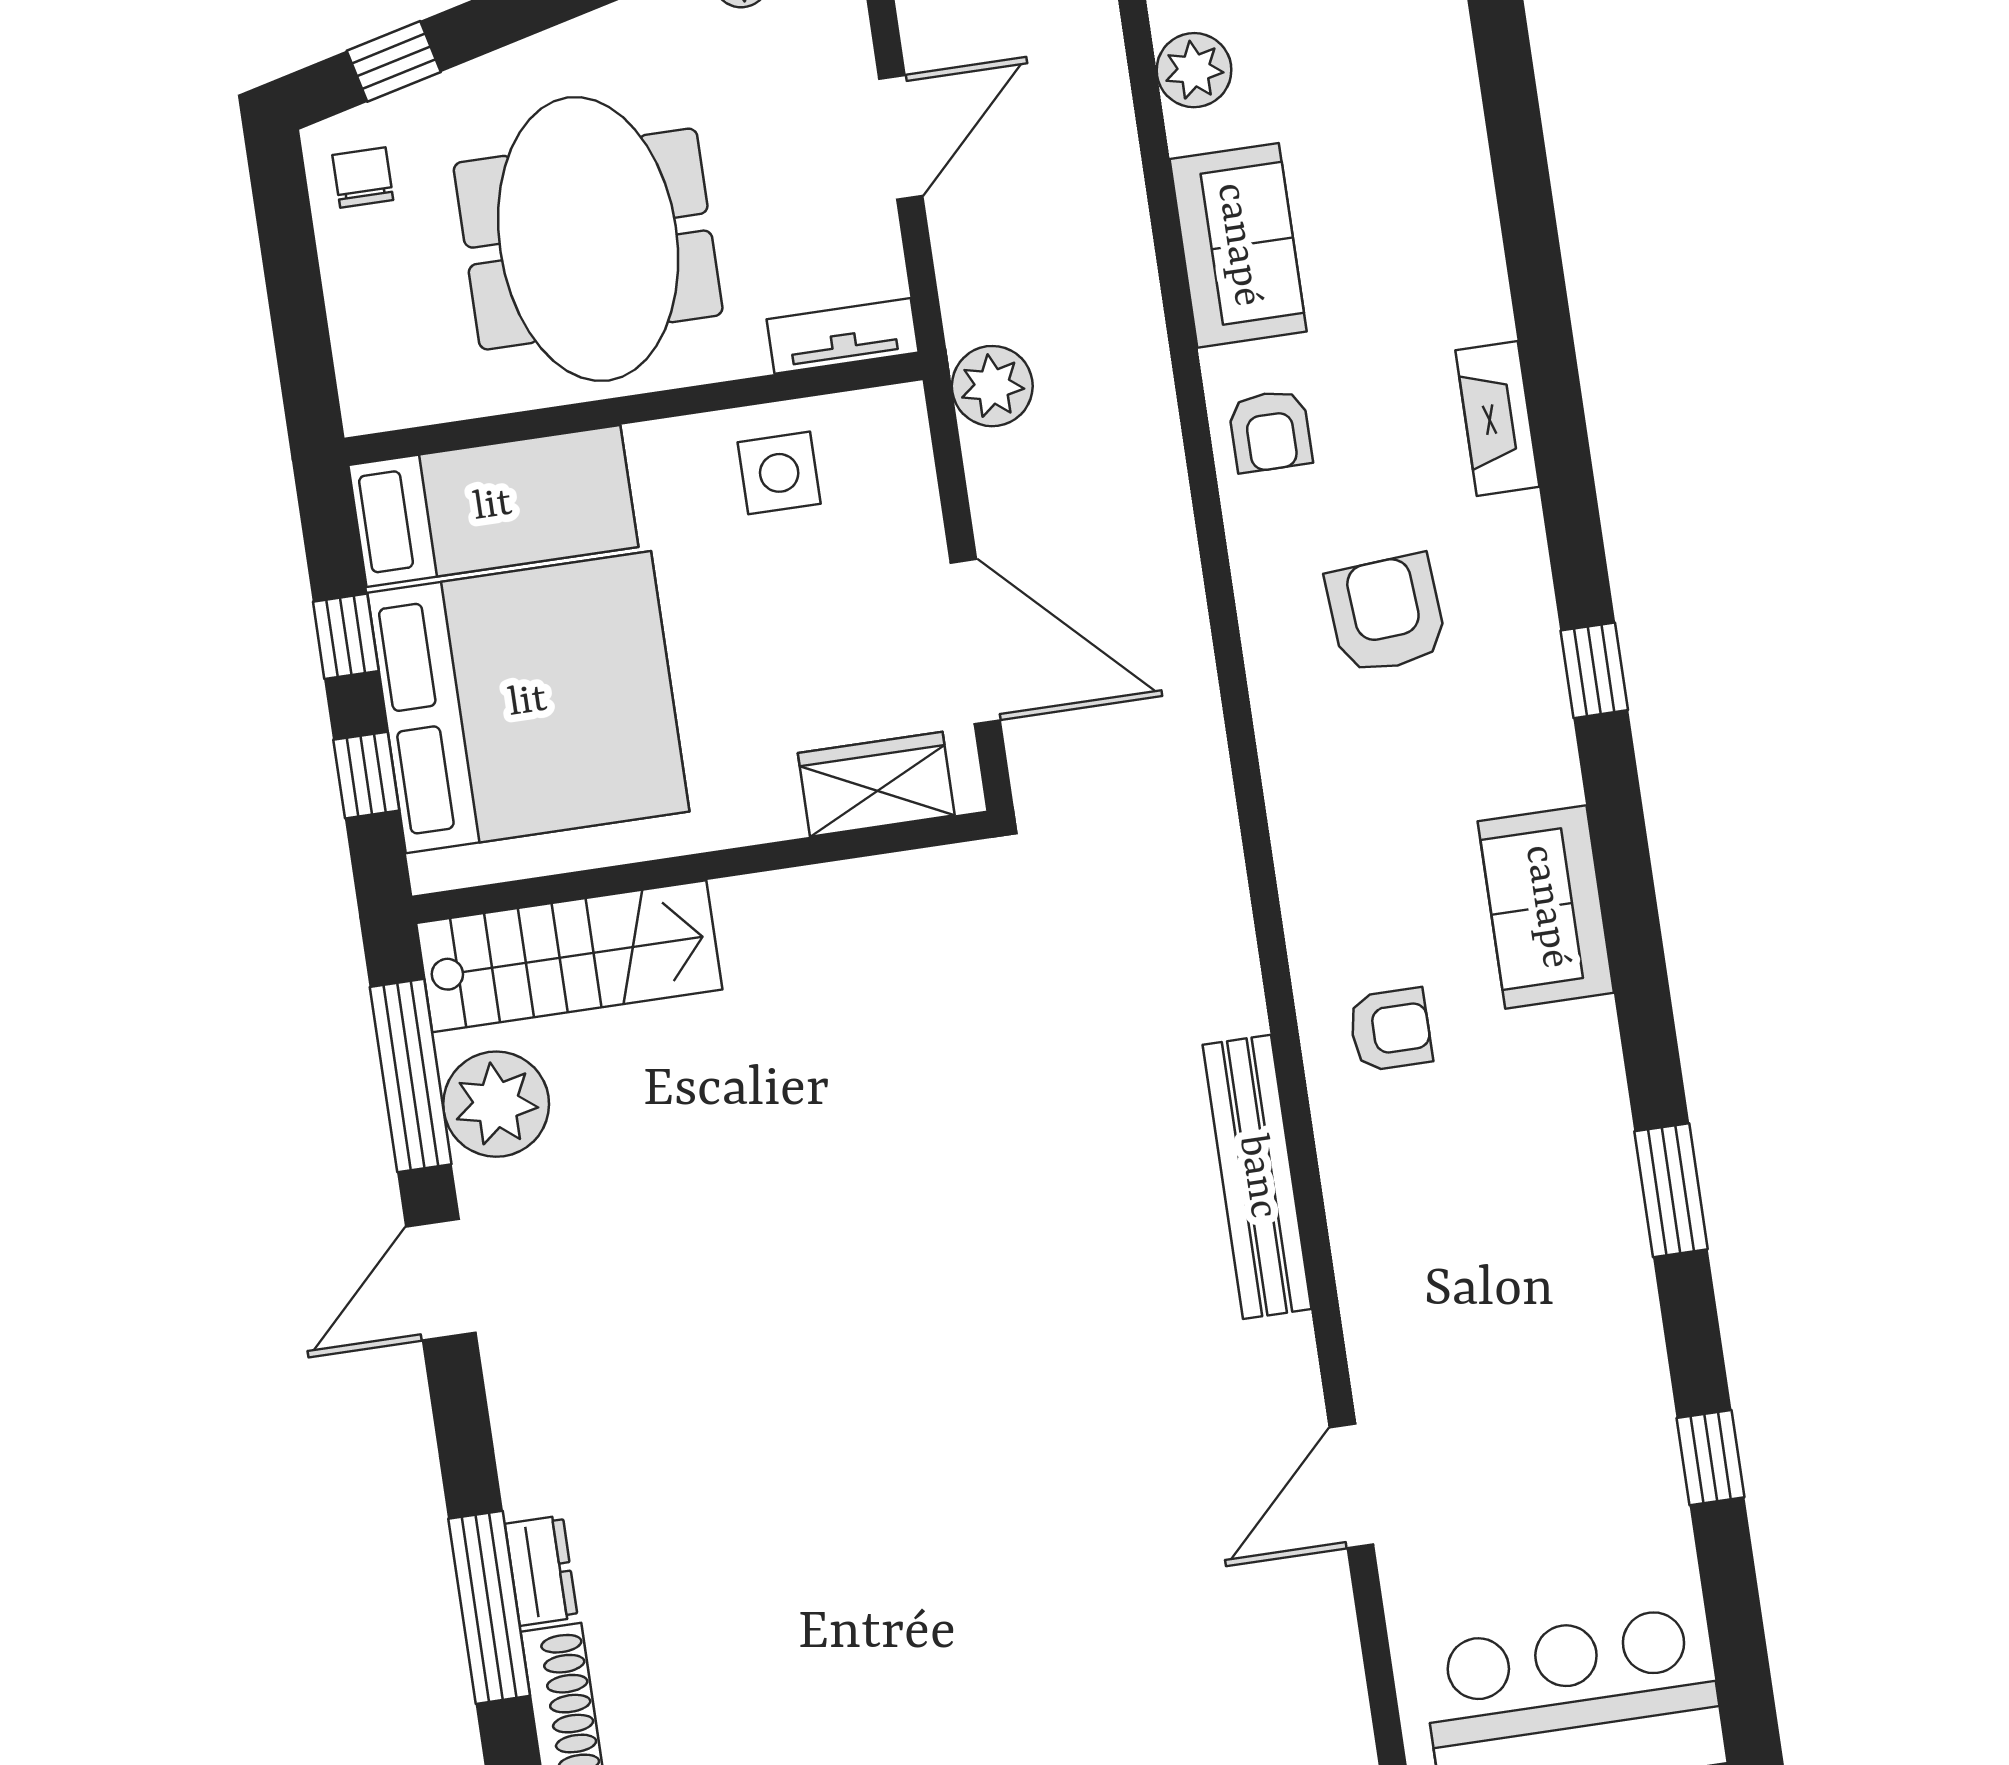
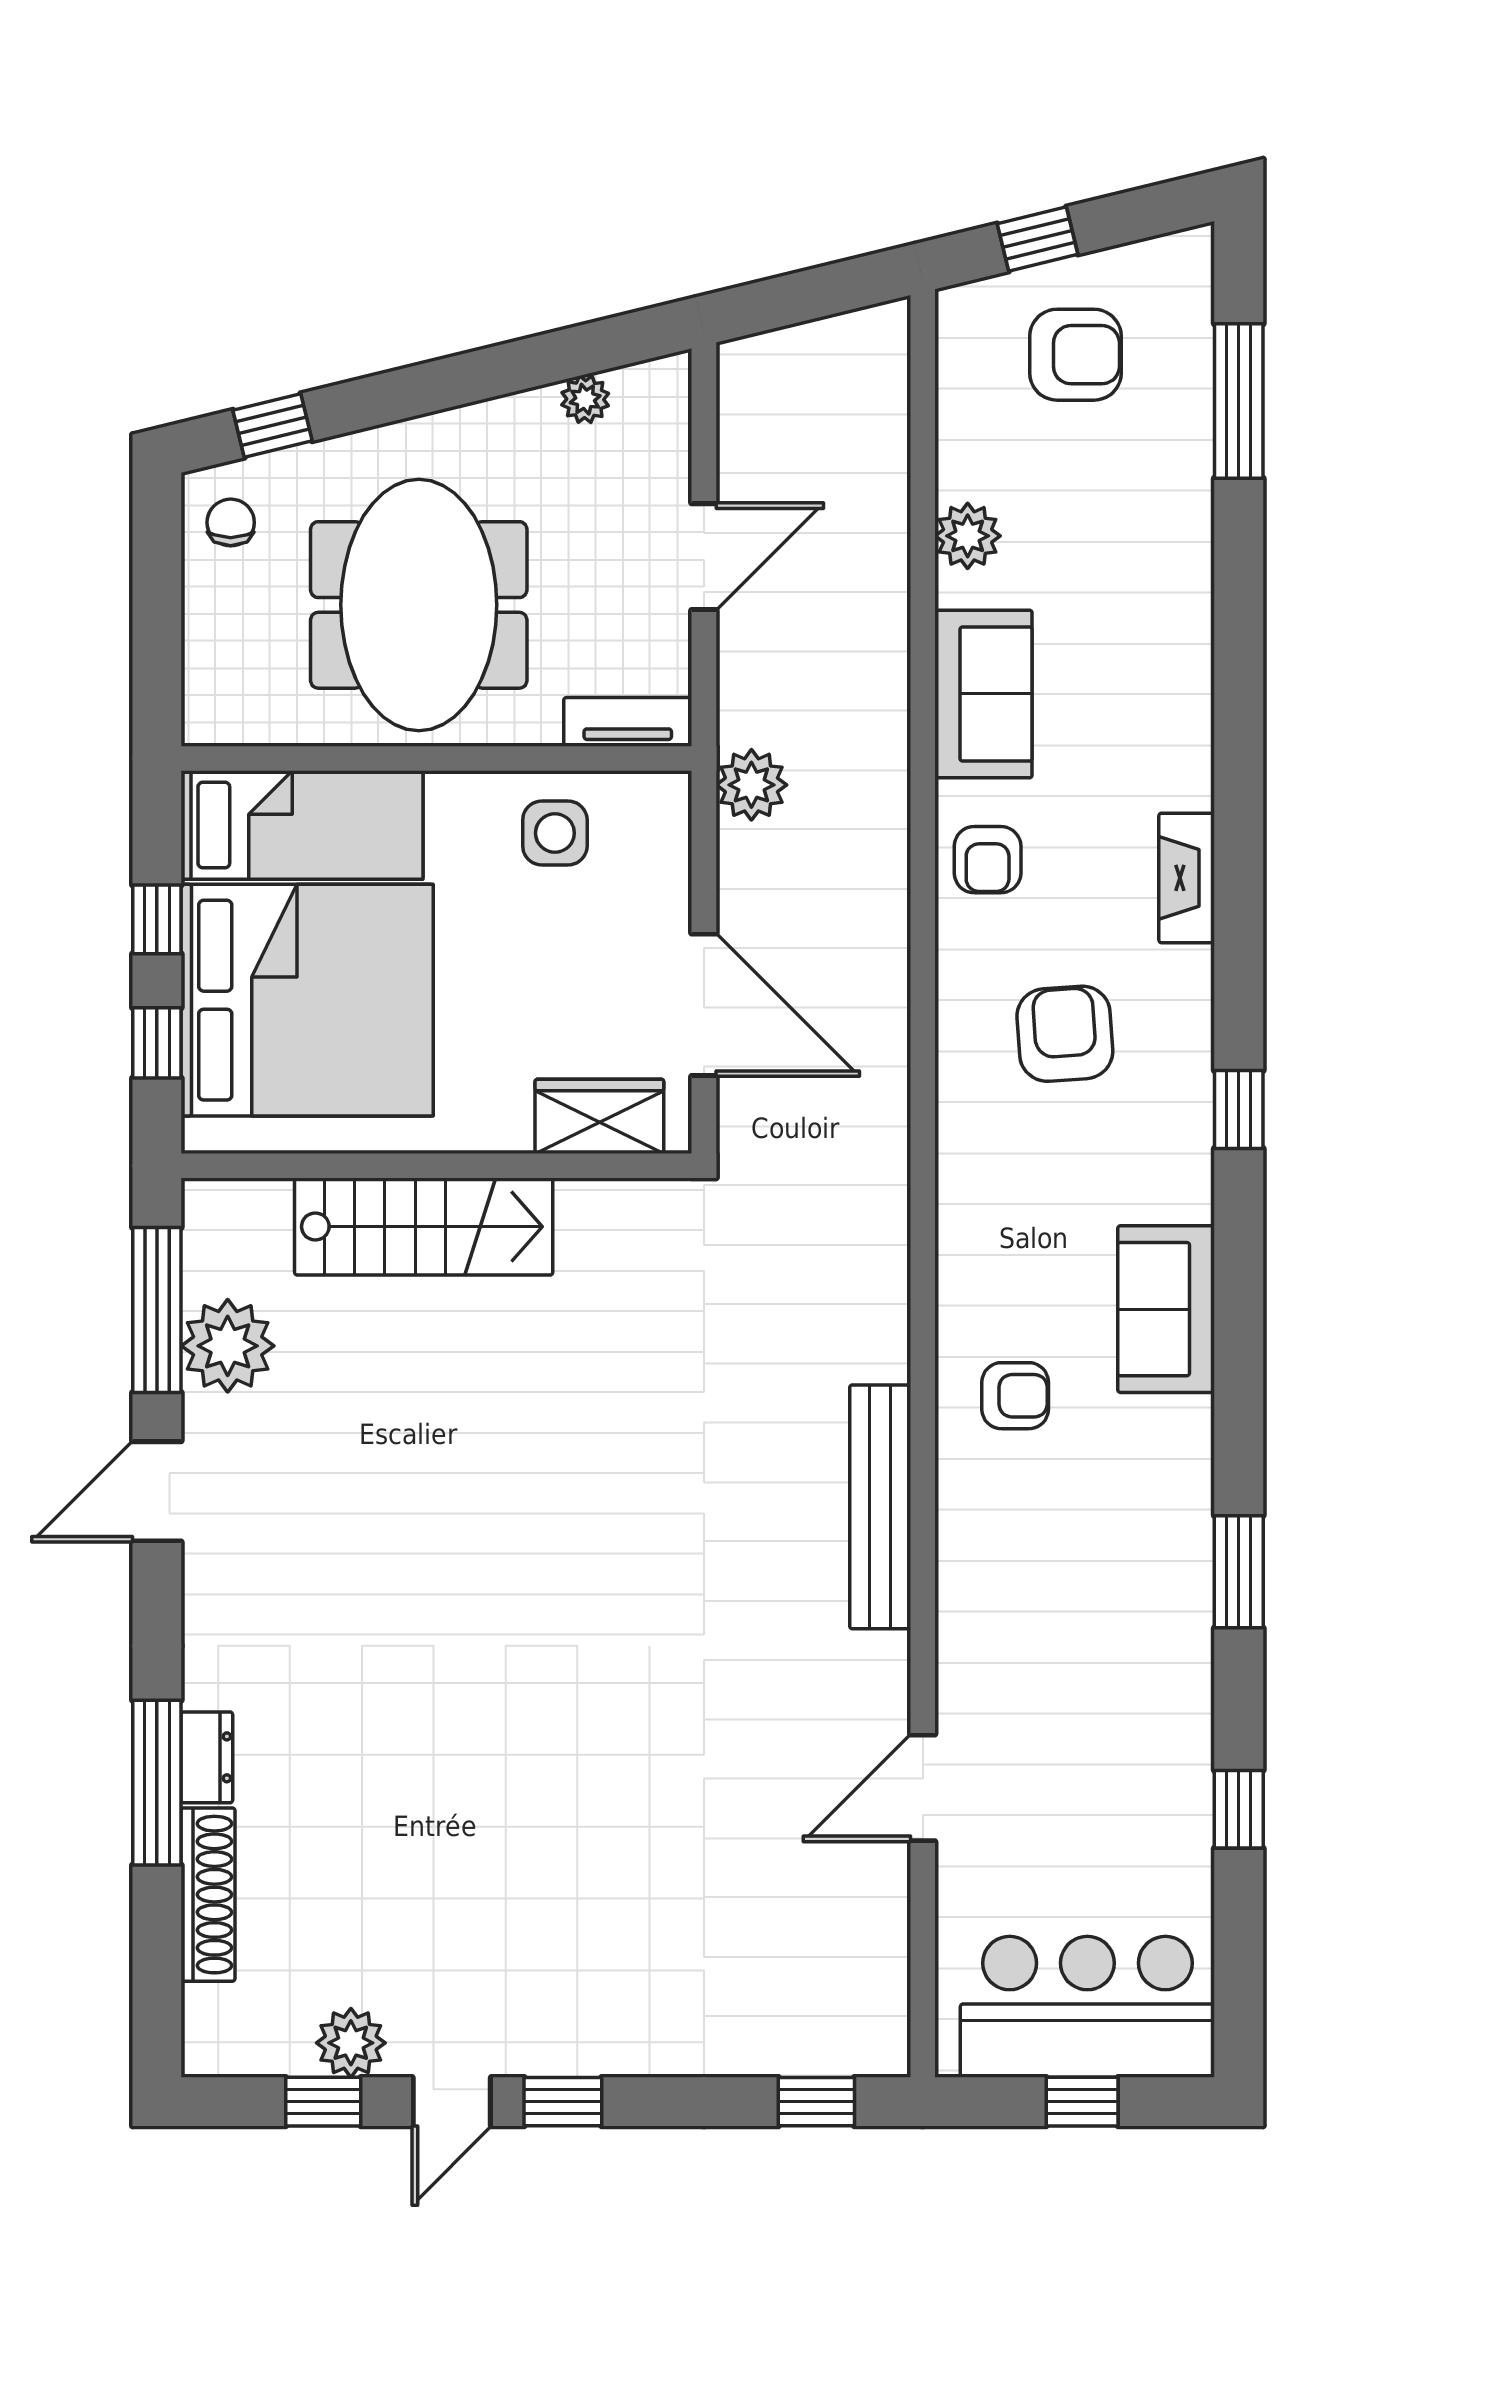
stairs: (569, 956) -> (424, 1227), moved

